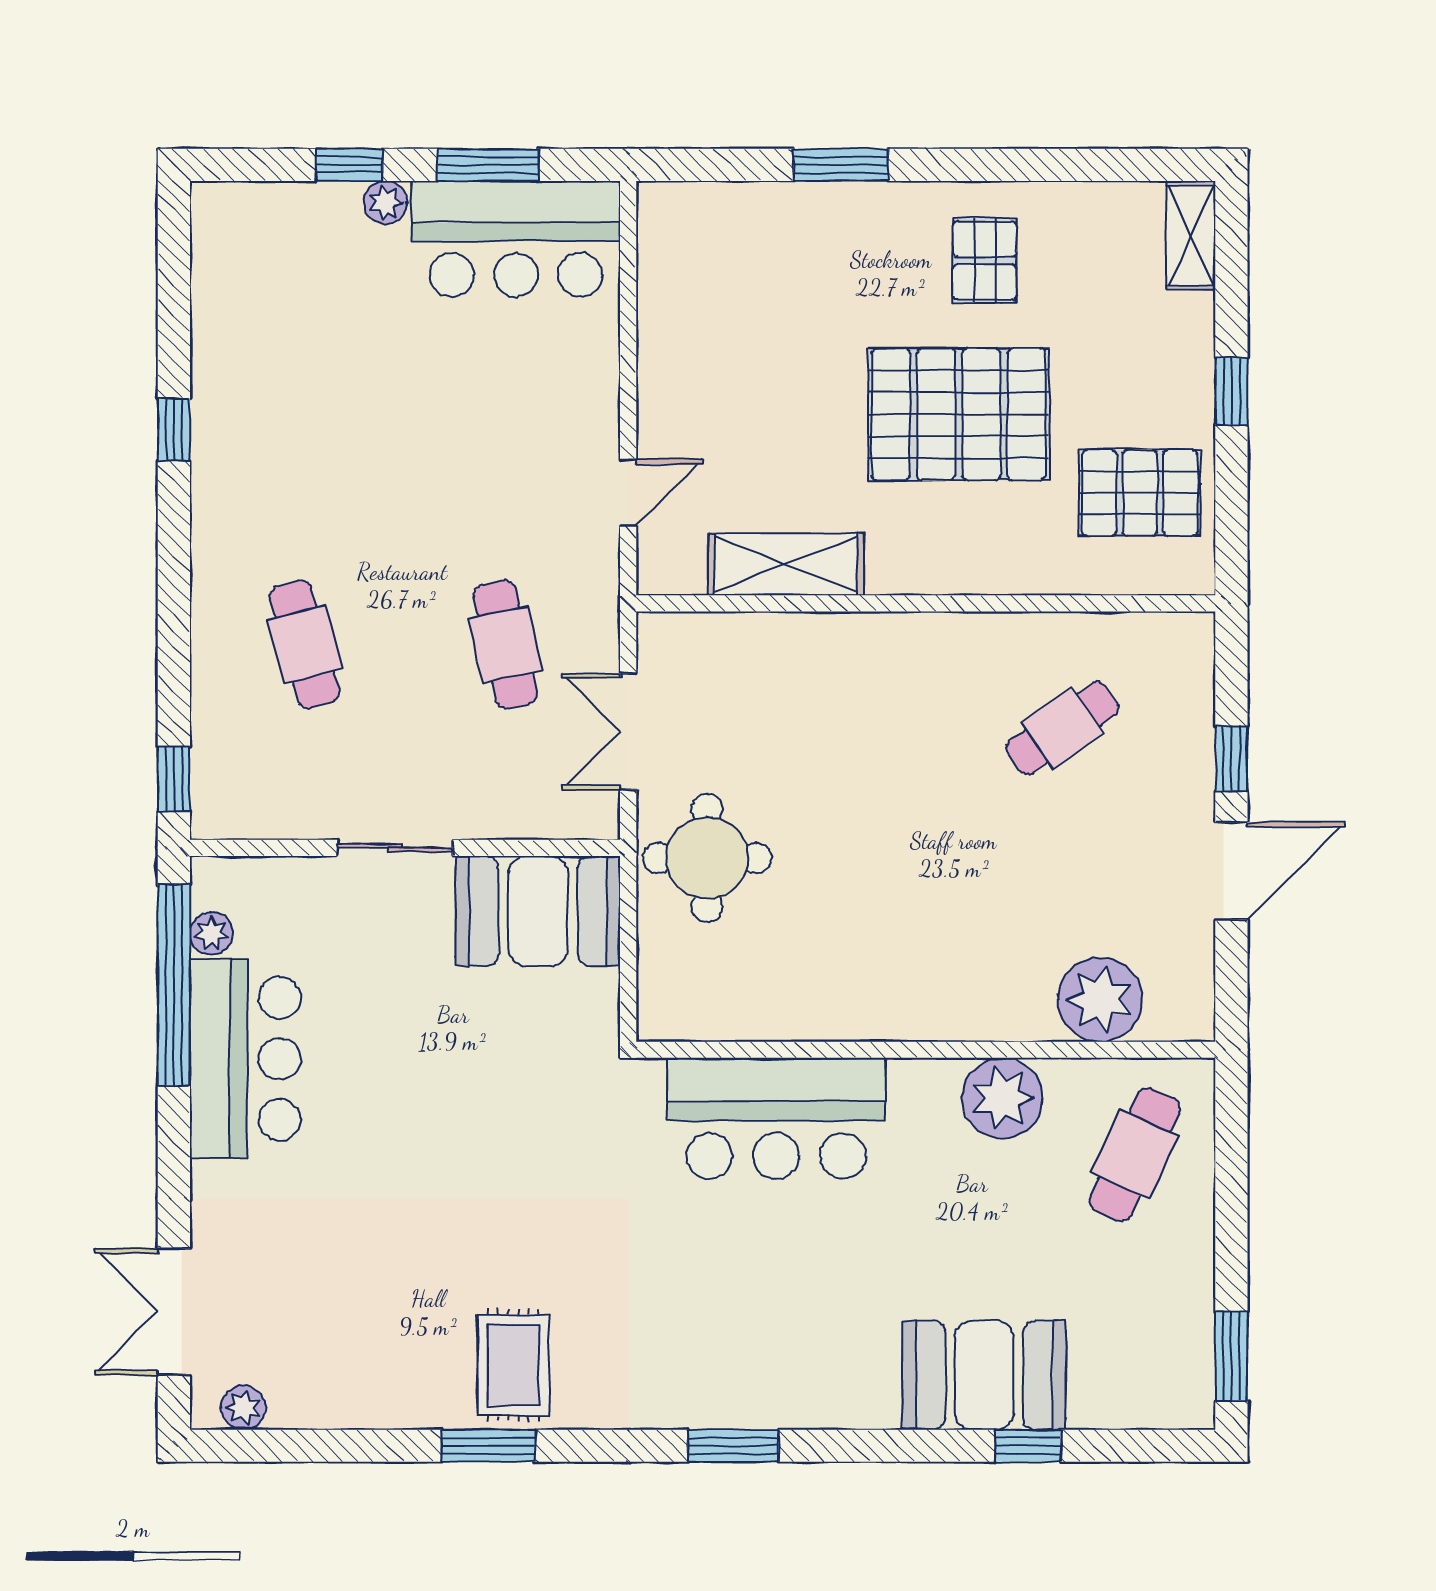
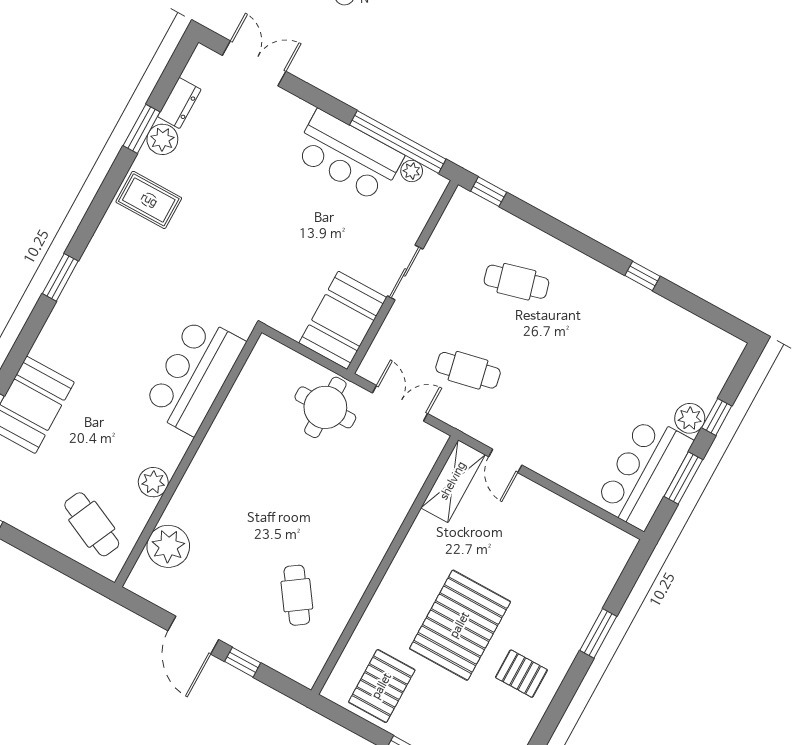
plant: (386, 203) -> (690, 418), width x1.38, depth x1.38
shelving: (786, 564) -> (453, 481), moved
plant: (1002, 1098) -> (153, 482), width x0.73, depth x0.73
dresser: (315, 1404) -> (179, 103), added
plant: (243, 1408) -> (162, 139), moved, width x1.38, depth x1.38
window: (488, 1446) -> (142, 129), moved

